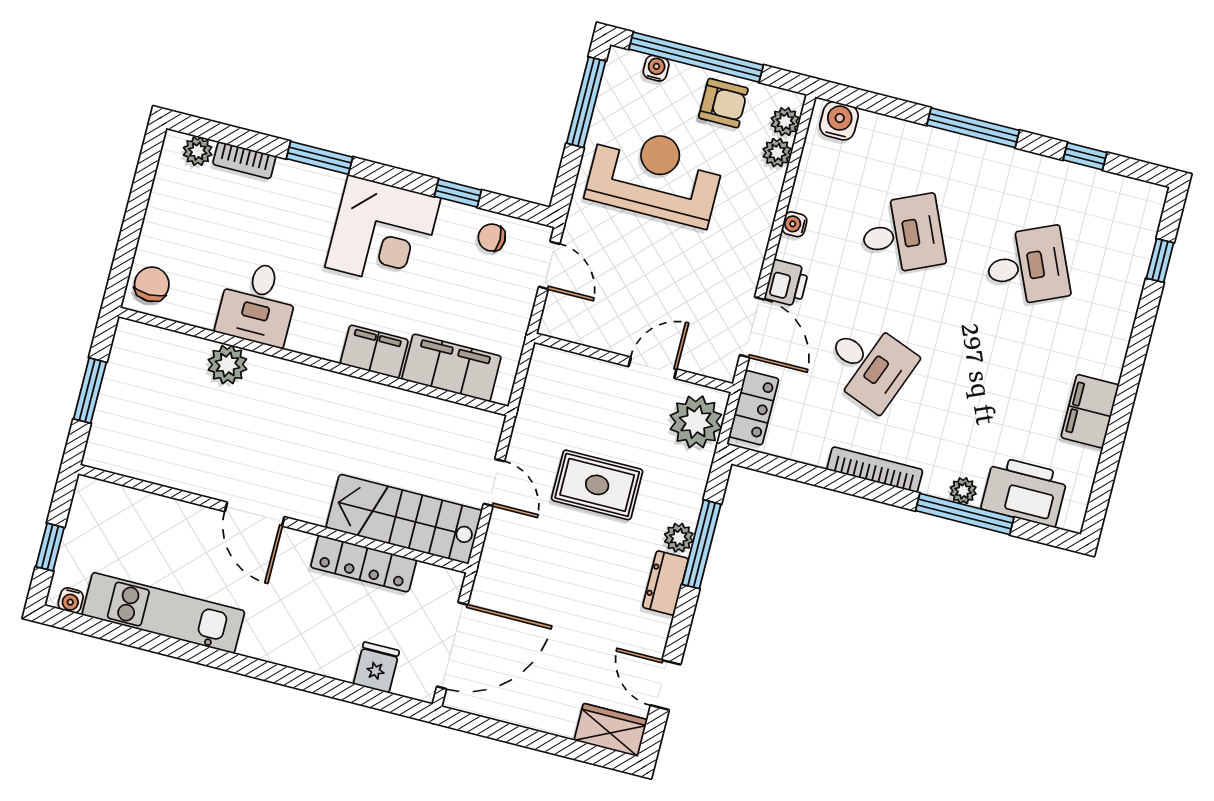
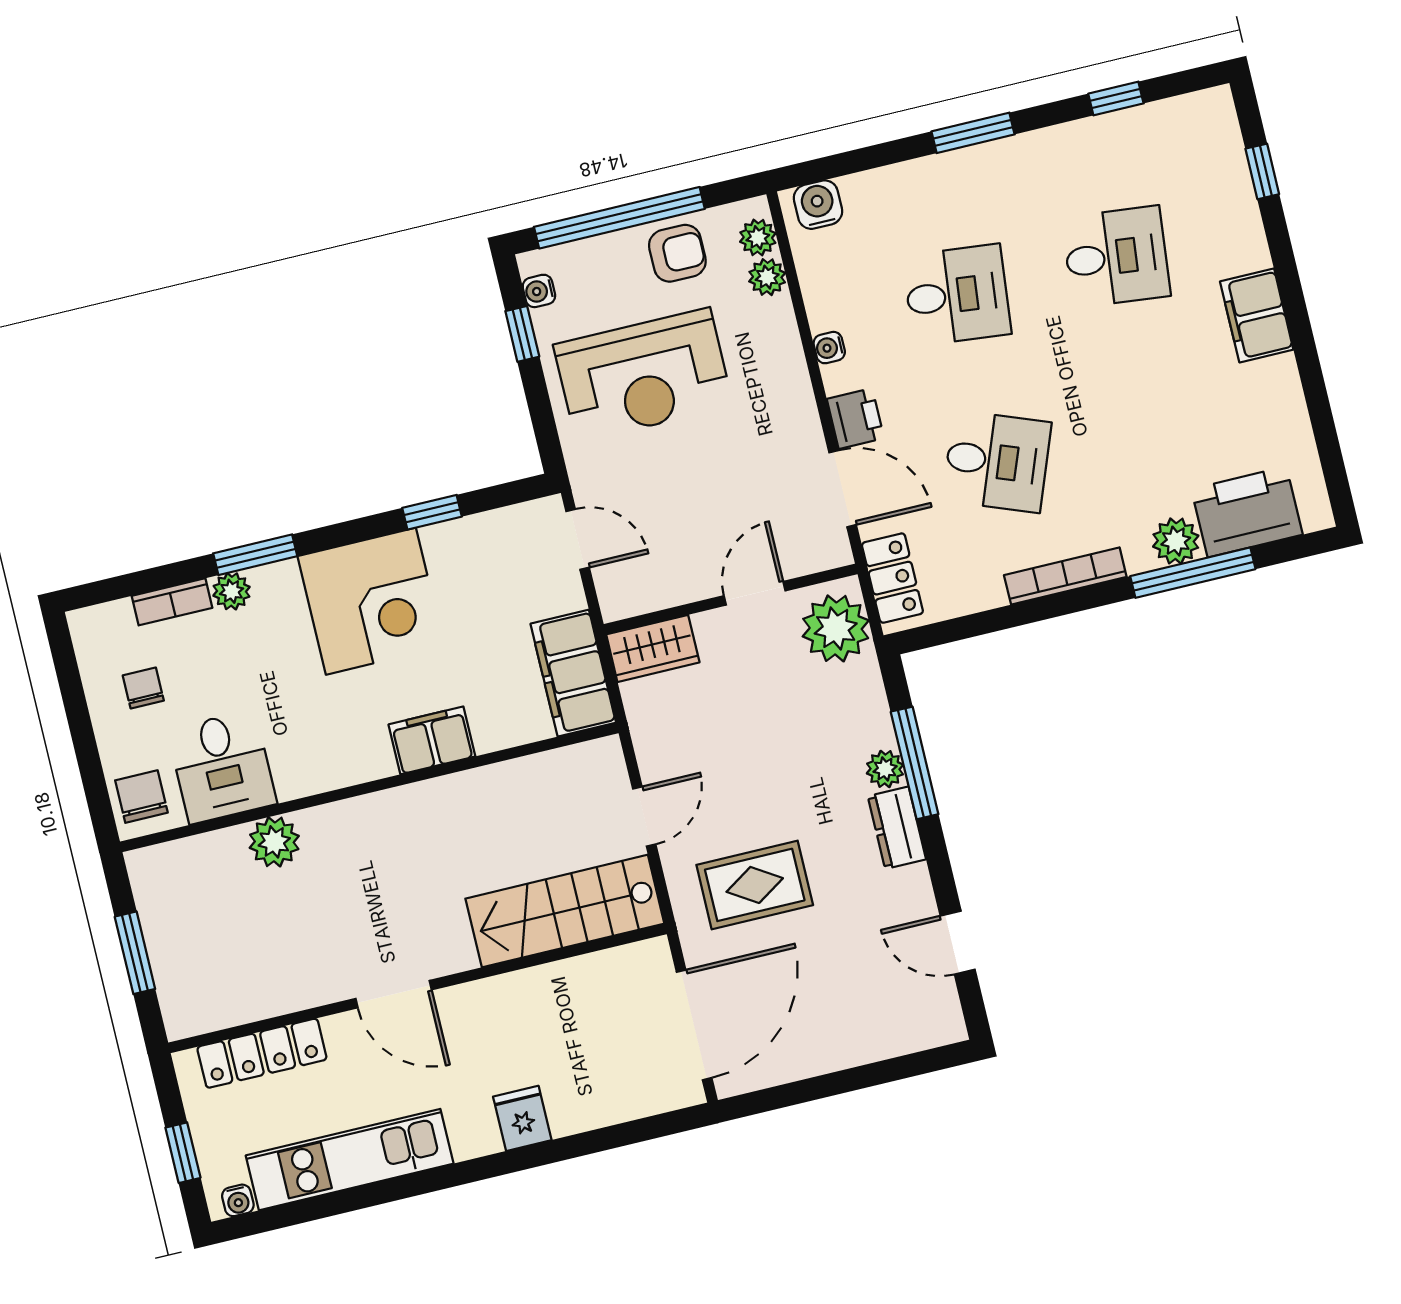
water cooler: (656, 68) -> (539, 291), moved, turned -90
window: (586, 102) -> (522, 334), width x0.46
window: (973, 128) -> (973, 133), width x0.69
plant: (198, 151) -> (232, 591), moved
reception desk: (655, 175) -> (643, 375), turned 180
desk: (902, 235) -> (957, 295), turned 30
chair: (492, 238) -> (143, 688), moved, turned 90
desk: (1027, 266) -> (1116, 257), turned 30
desk: (258, 303) -> (222, 767), moved
filing cabinet: (451, 368) -> (573, 673), moved, turned -90
filing cabinet: (1090, 411) -> (1257, 316), moved
door: (494, 482) -> (644, 817), hinge flipped
rug: (597, 485) -> (755, 885), moved
plant: (963, 491) -> (1176, 541), width x1.38, depth x1.38
locker: (364, 564) -> (262, 1053), moved
fridge: (376, 667) -> (522, 1118), moved
wardrobe: (611, 730) -> (653, 648), moved, turned 180

